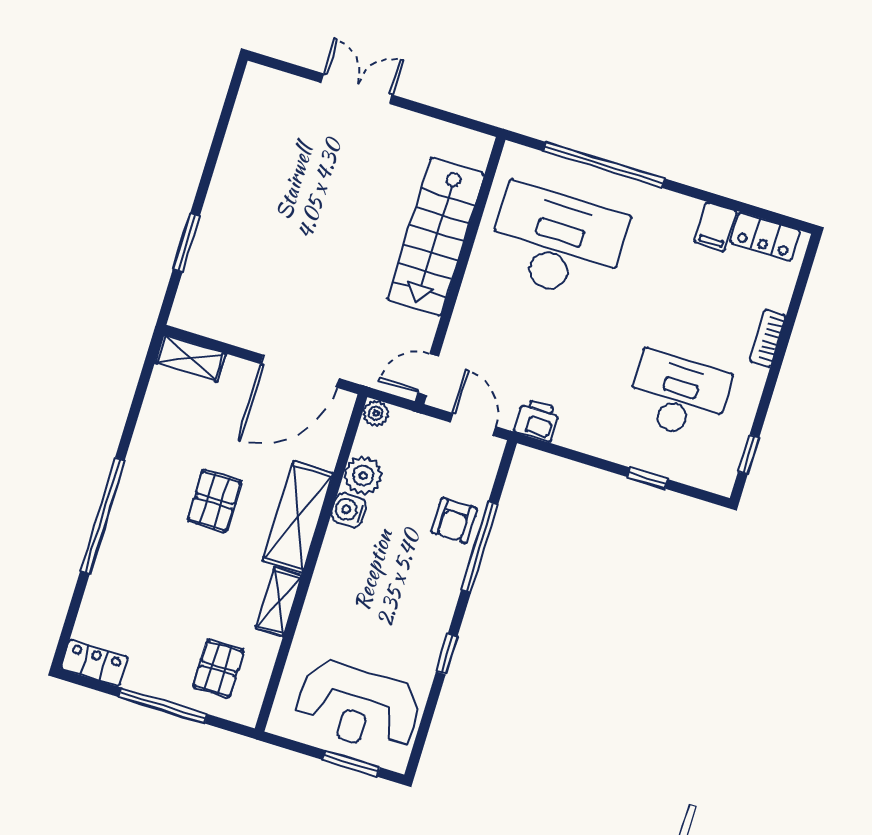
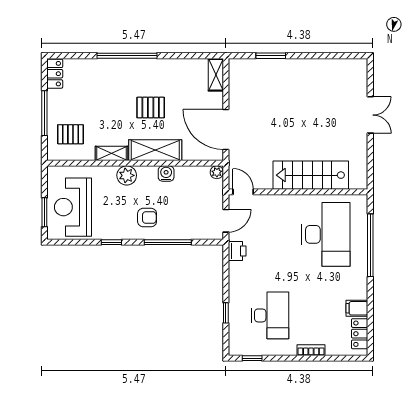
plant: (363, 475) -> (127, 175), moved
armchair: (454, 520) -> (147, 218), moved, turned 180

